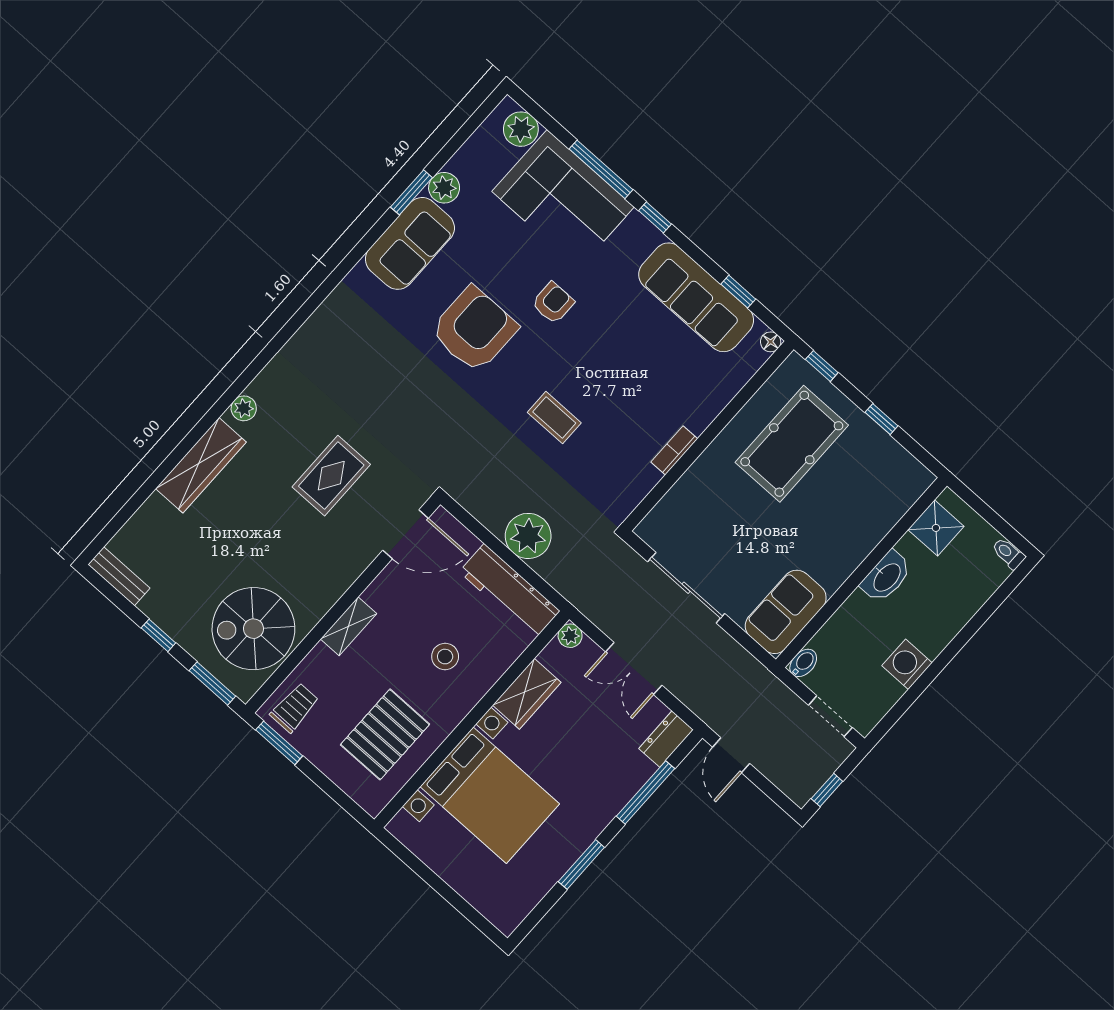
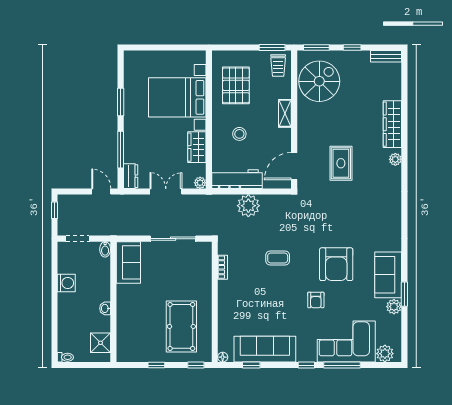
bookcase: (674, 450) -> (223, 267), moved
washbasin: (886, 577) -> (105, 308), width x0.52, depth x0.69

